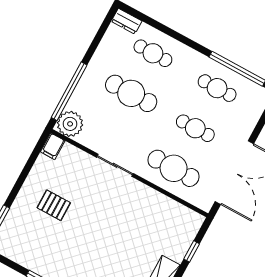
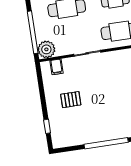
filing cabinet: (53, 146) -> (57, 67), moved

